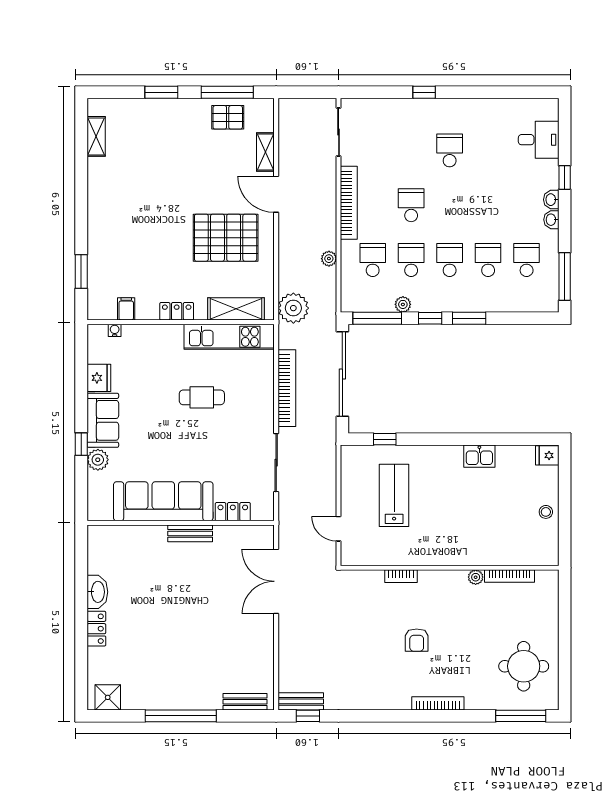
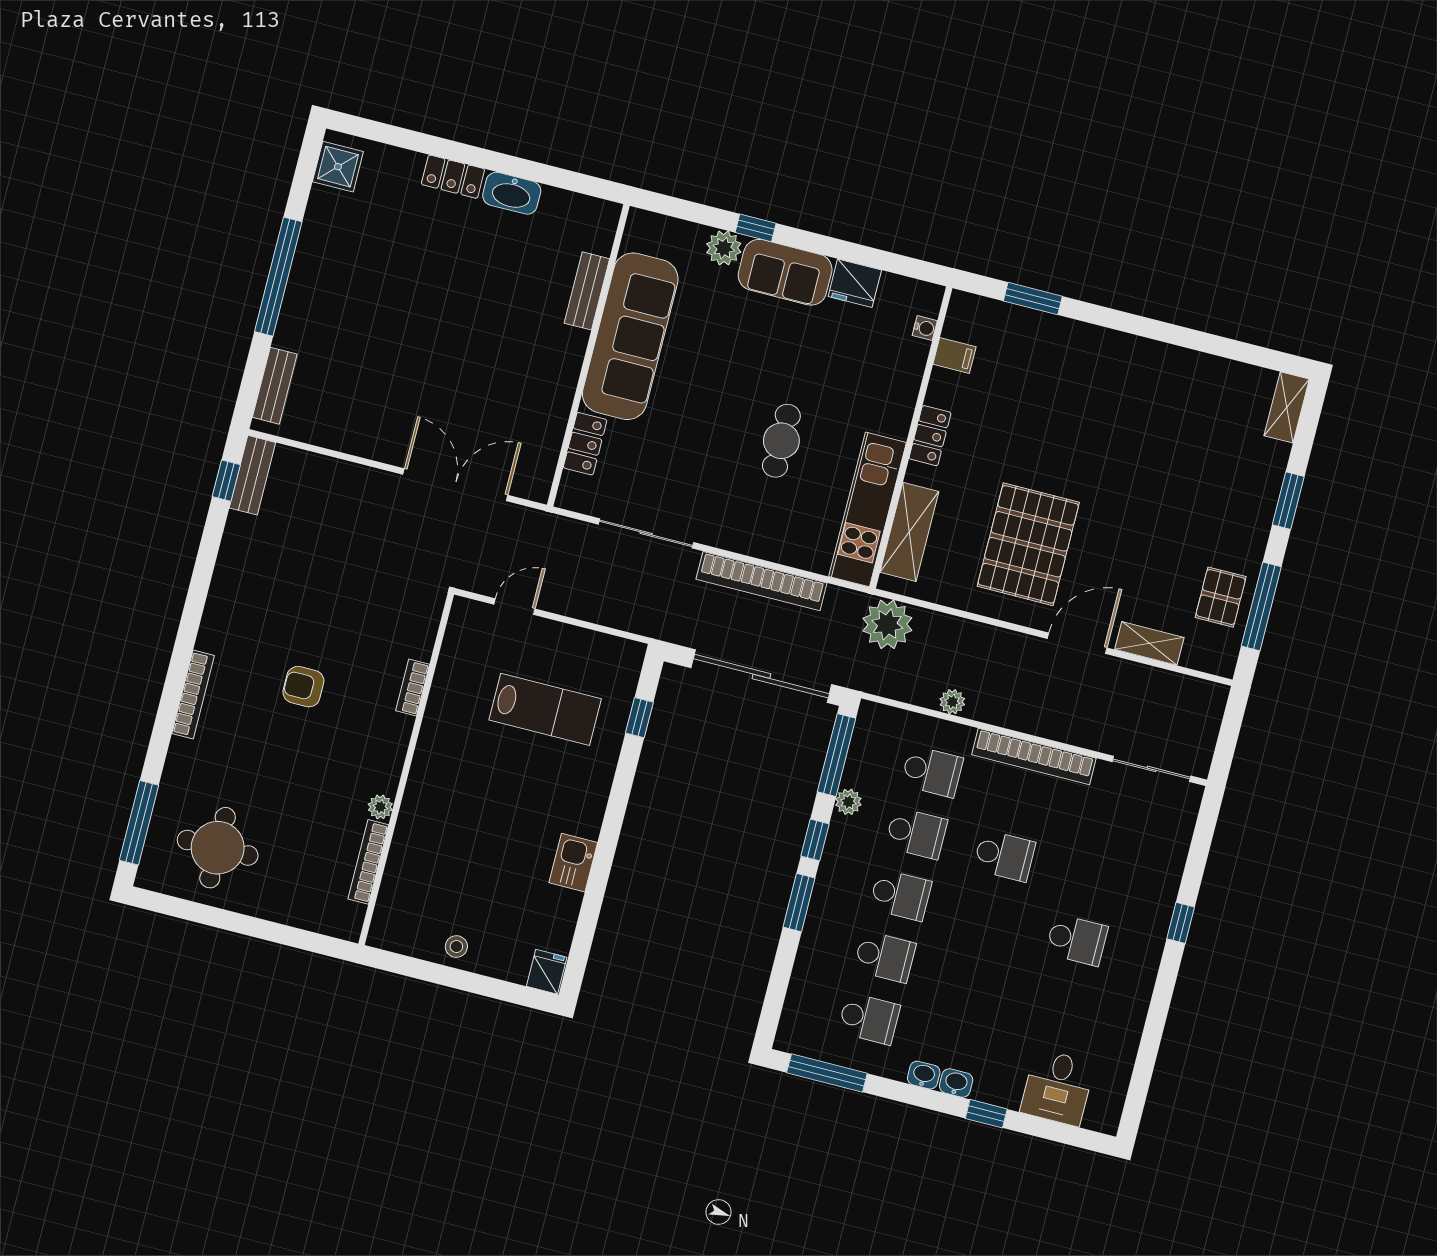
shelving: (96, 136) -> (1287, 407), moved, turned 90
bench: (190, 533) -> (587, 291), moved

